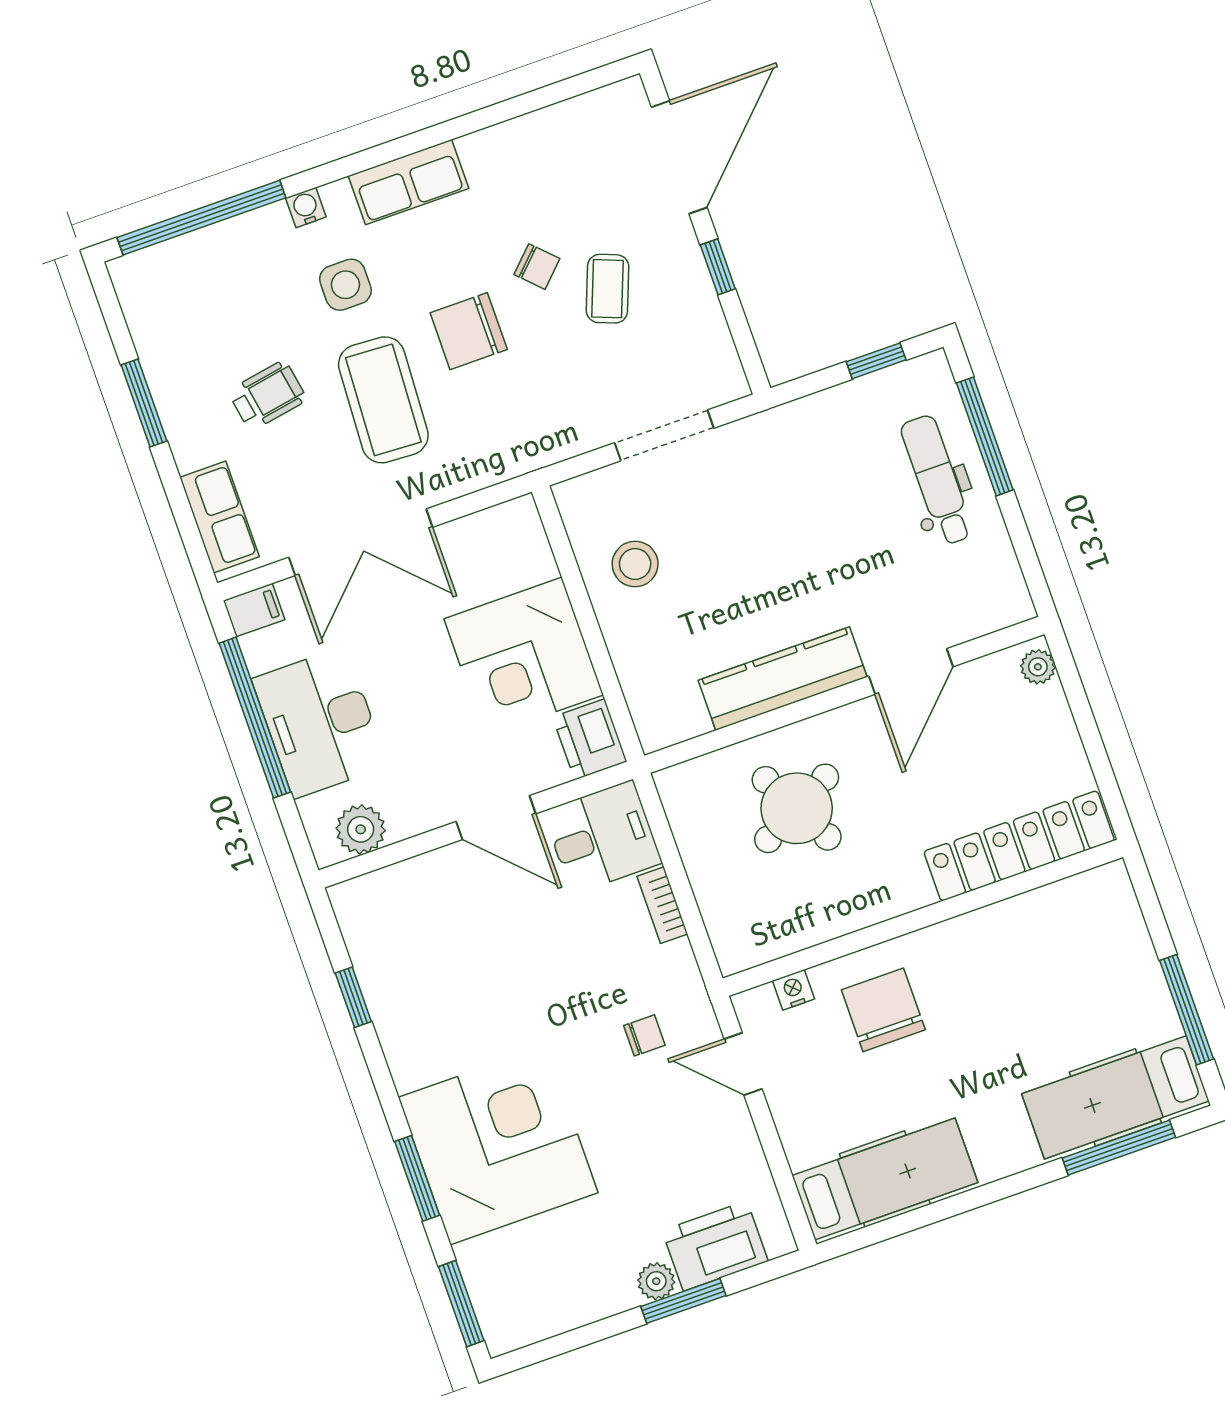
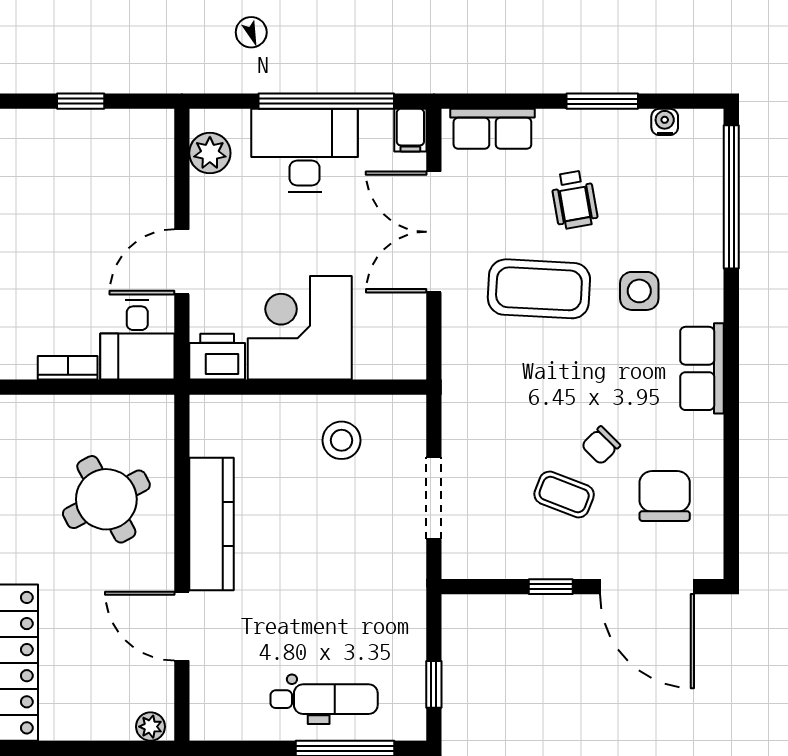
water cooler: (306, 207) -> (665, 122), moved, turned -90
chair: (469, 331) -> (665, 496), moved

